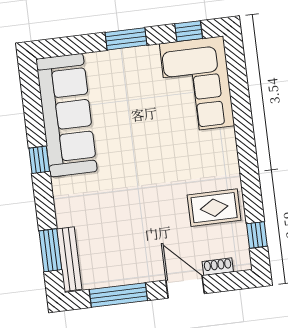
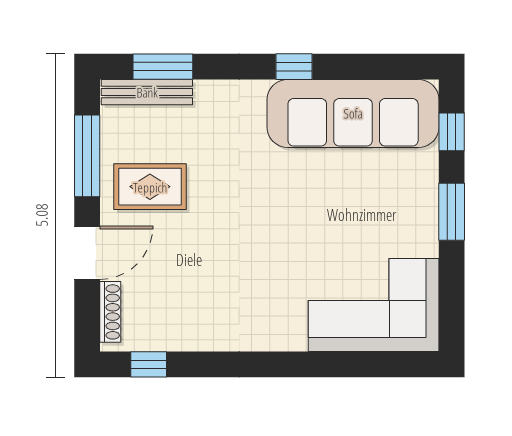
window: (189, 31) -> (452, 132), moved
rug: (214, 208) -> (150, 187), moved, turned 90
shoe rack: (218, 267) -> (110, 312), width x1.43

